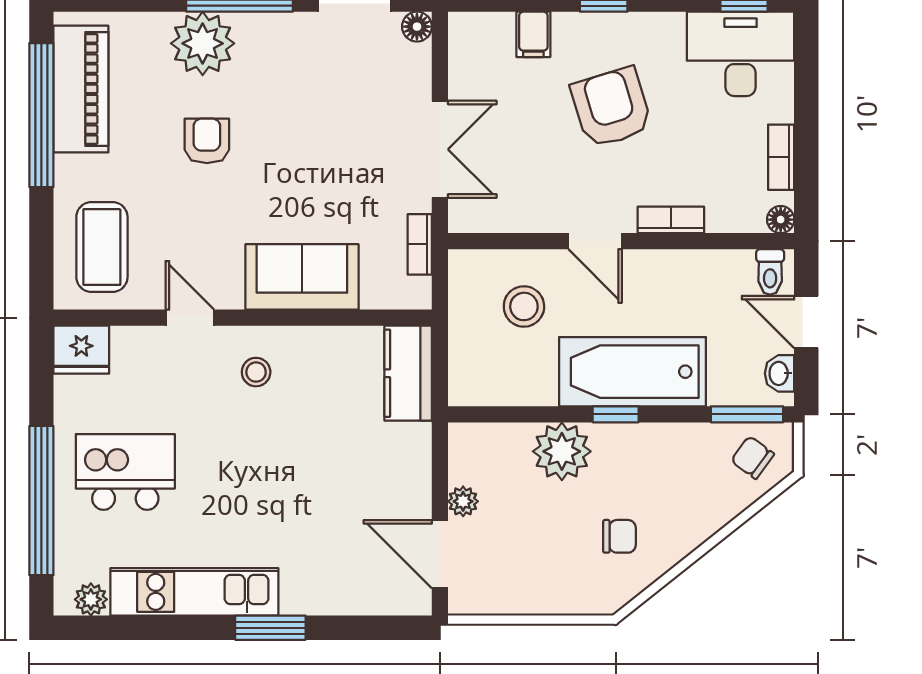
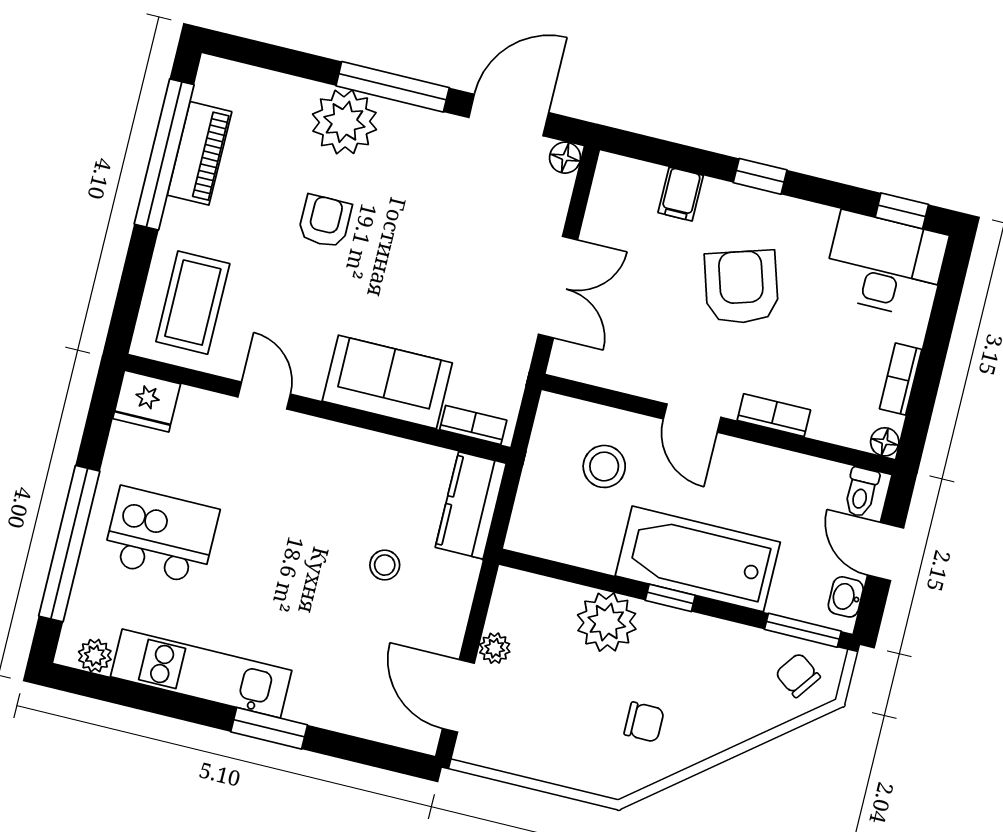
piano: (81, 89) -> (199, 153), width x0.73, depth x0.75
bookcase: (420, 244) -> (473, 425), moved, turned 90
stool: (256, 372) -> (385, 565), moved

